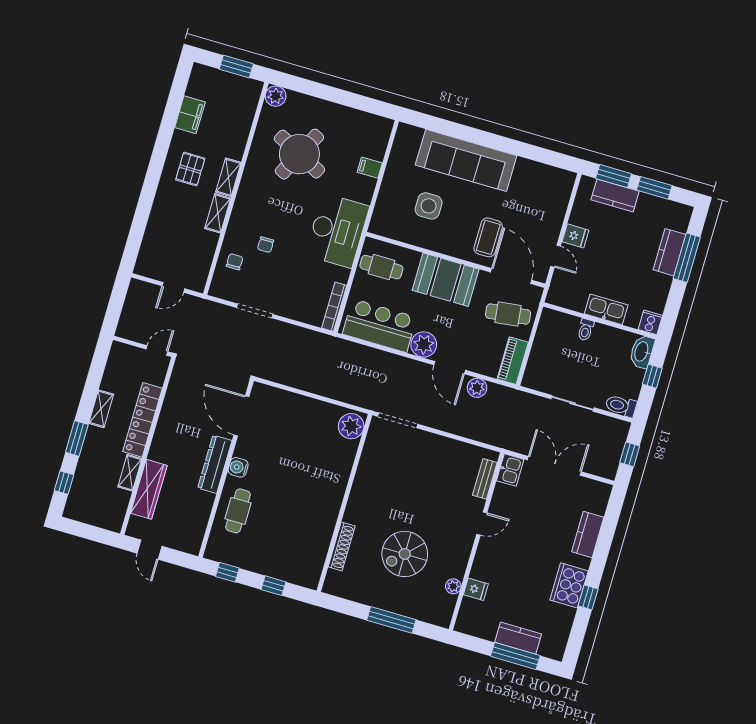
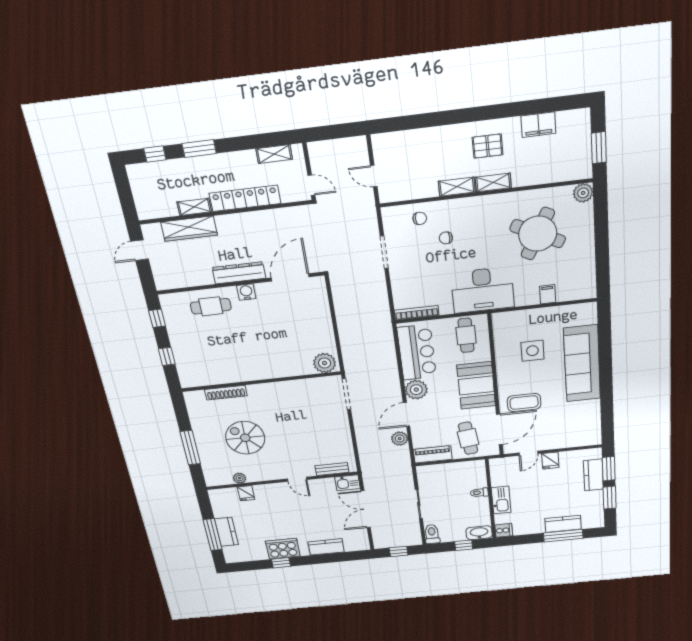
shelving: (101, 409) -> (274, 154), moved
double door: (554, 466) -> (366, 509), swing flipped

